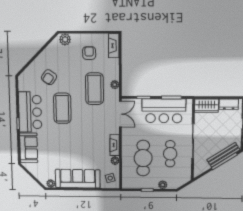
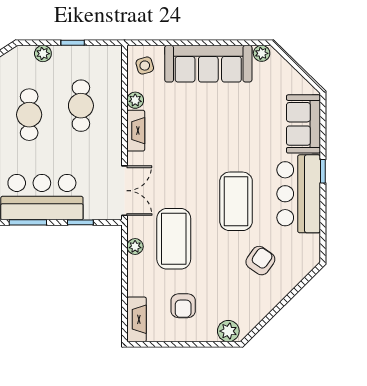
double door: (120, 114) -> (125, 191), swing flipped
cafe table: (143, 158) -> (81, 106), width x0.73, depth x0.74

